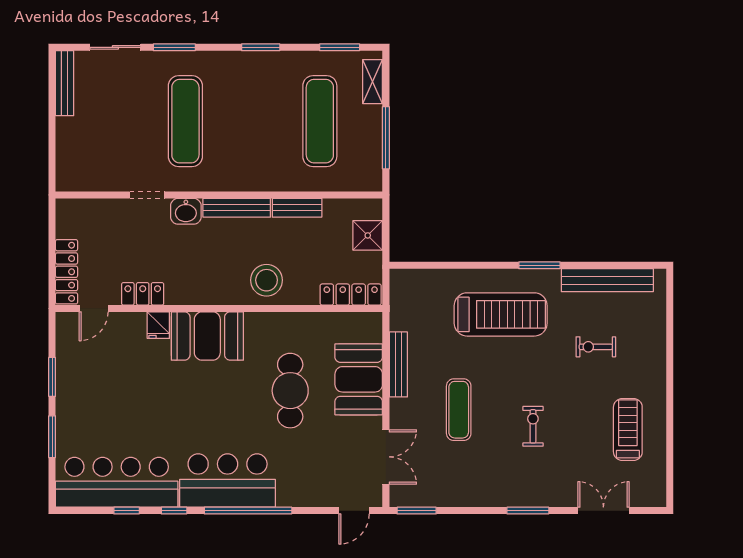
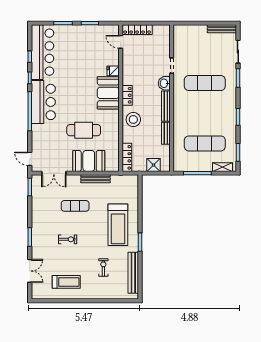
locker: (143, 294) -> (127, 95), moved

